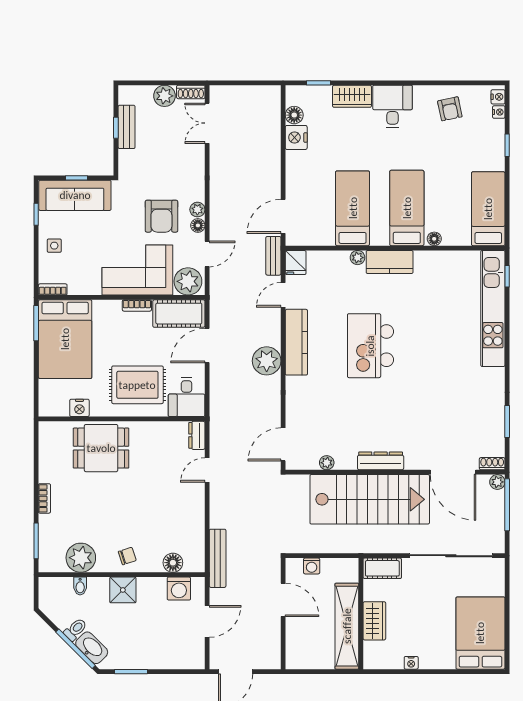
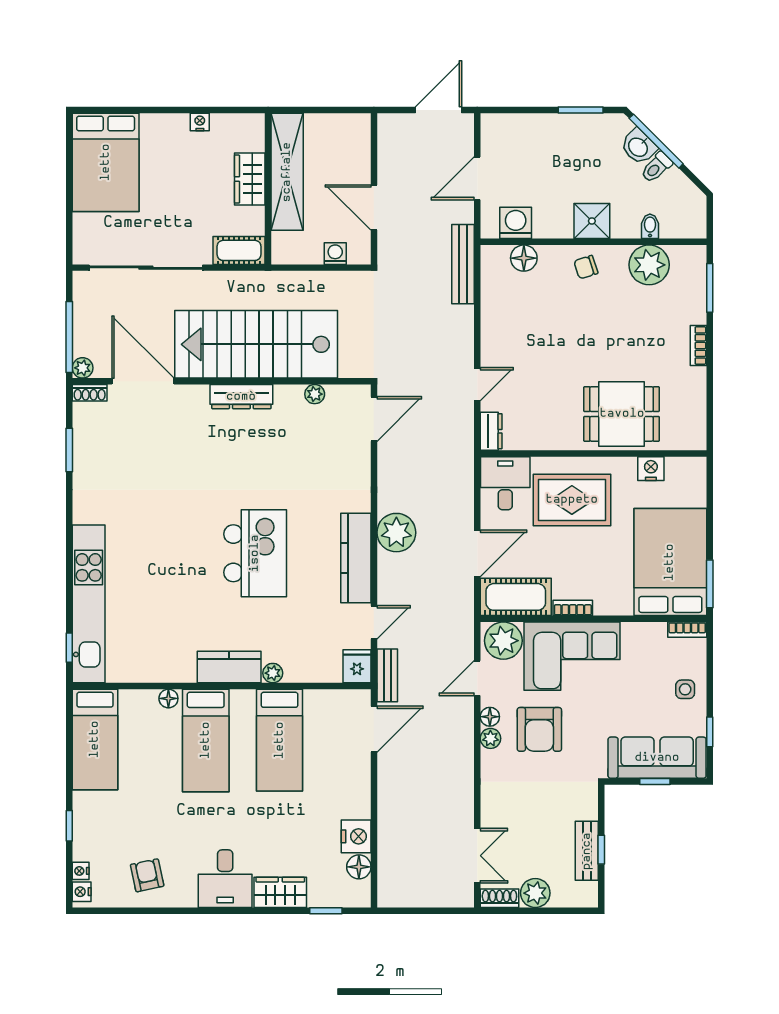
armchair: (161, 216) -> (539, 729), turned 180
washbasin: (92, 648) -> (639, 147), width x0.72

